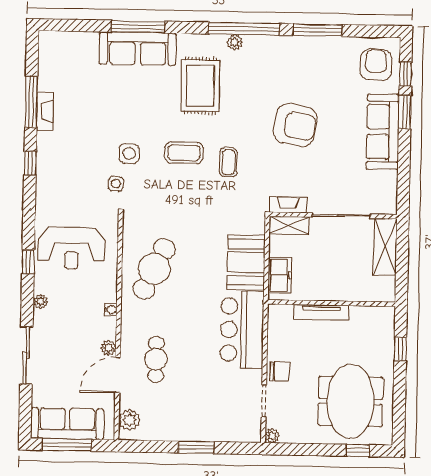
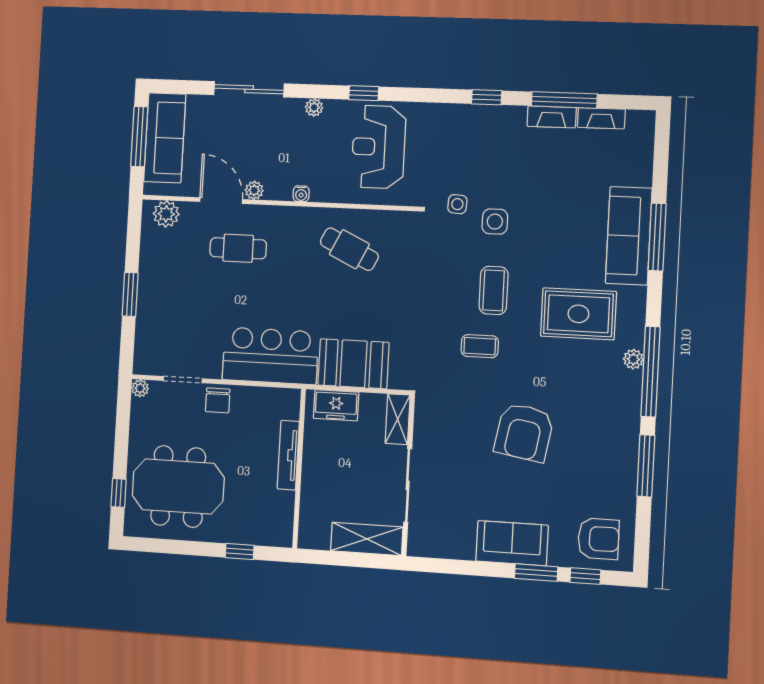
sofa: (383, 132) -> (512, 543), width x0.73
fireplace: (288, 205) -> (601, 118), moved, turned 90
cafe table: (154, 269) -> (349, 249), width x0.73, depth x0.74

